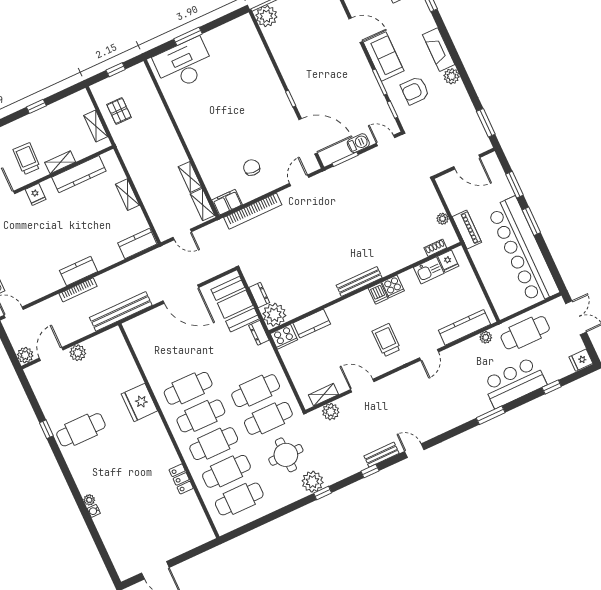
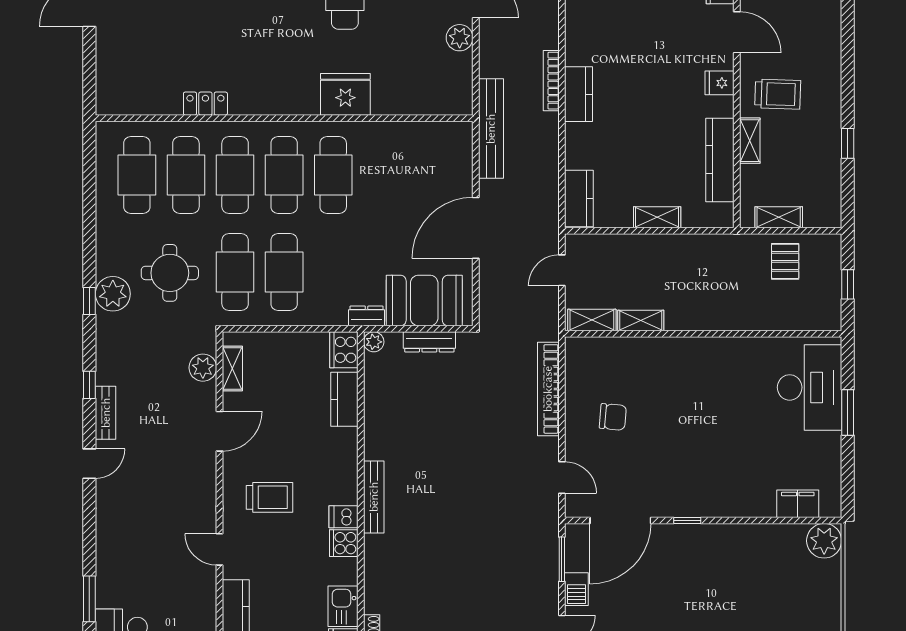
pallet: (119, 111) -> (785, 261), turned 90
filing cabinet: (227, 202) -> (798, 504), moved, turned -90
dresser: (259, 295) -> (429, 342), width x1.44
plant: (274, 315) -> (374, 342), width x0.53, depth x0.53

